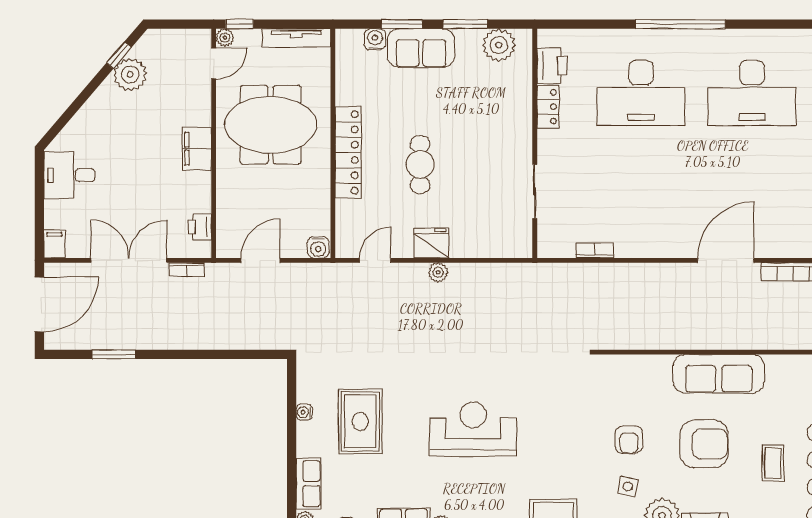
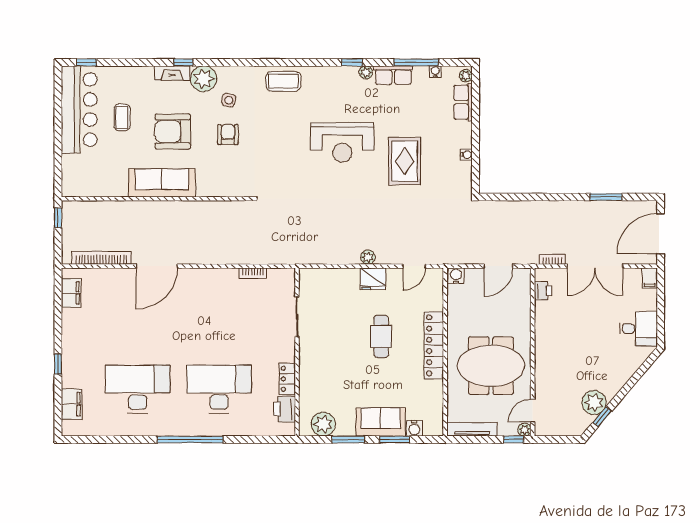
filing cabinet: (197, 149) -> (545, 348), removed
rug: (360, 421) -> (405, 161), moved

